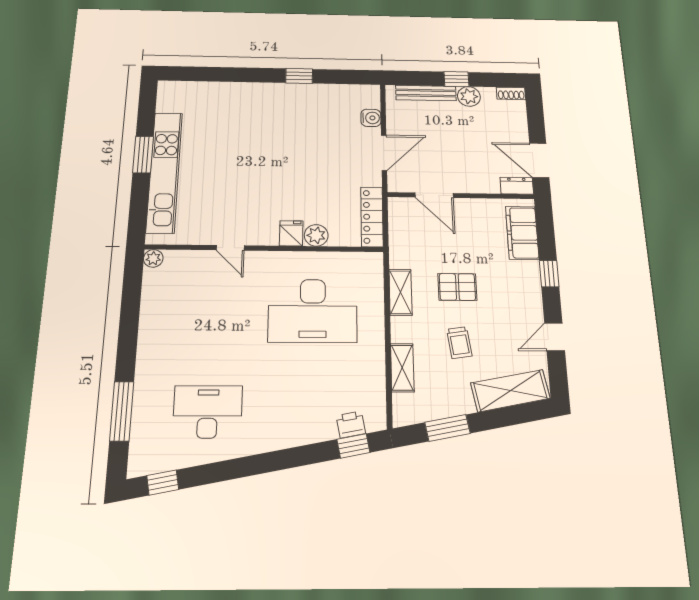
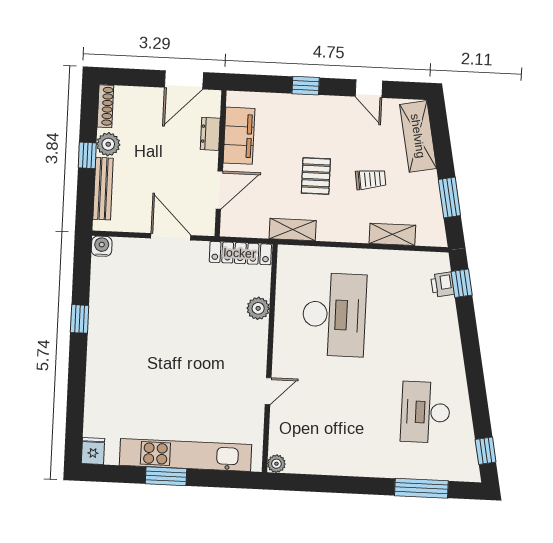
shoe rack: (511, 93) -> (105, 106), width x1.43
water cooler: (371, 118) -> (102, 246), moved
dresser: (517, 186) -> (210, 134), moved
fridge: (291, 233) -> (93, 451), moved, turned 90
filing cabinet: (522, 233) -> (239, 136), moved, turned -90
shelving: (400, 292) -> (293, 230), moved

